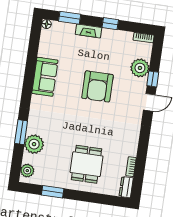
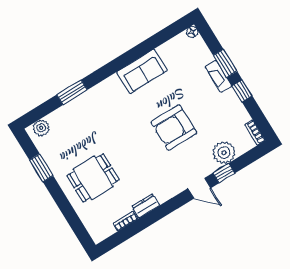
window: (70, 18) -> (225, 63), moved
plant: (34, 144) -> (71, 114), removed
dresser: (126, 187) -> (146, 206), moved

